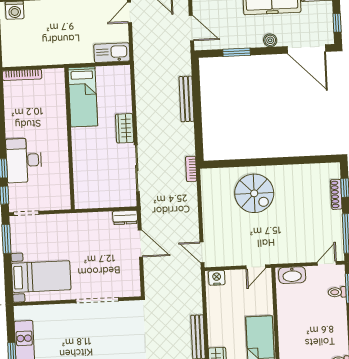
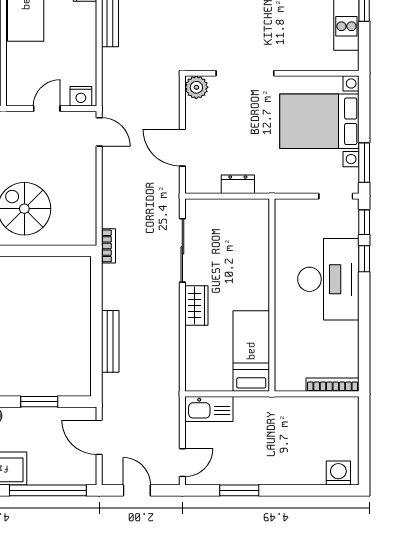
desk: (24, 160) -> (328, 279), width x1.36, depth x1.30
dresser: (125, 217) -> (238, 184), moved
door: (256, 267) -> (47, 109), moved
bed with nightstands: (41, 277) -> (319, 121), width x1.36
plant: (132, 288) -> (196, 87), added

